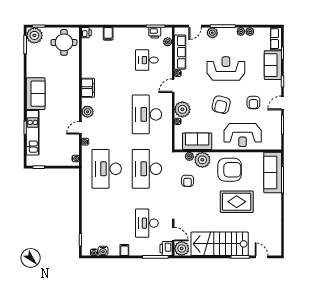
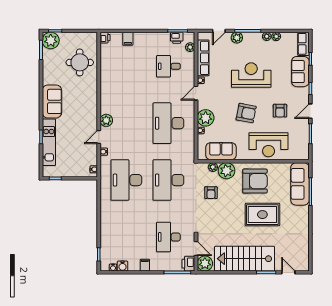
round table: (64, 42) -> (80, 62), moved
filing cabinet: (88, 88) -> (107, 95), removed
armchair: (221, 105) -> (246, 113), turned -93

